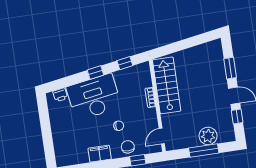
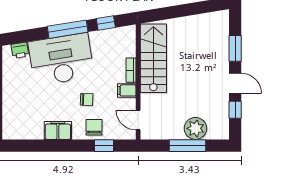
window: (95, 72) -> (68, 29), width x2.17
filing cabinet: (149, 114) -> (127, 90), added
door: (162, 136) -> (138, 120), hinge flipped

